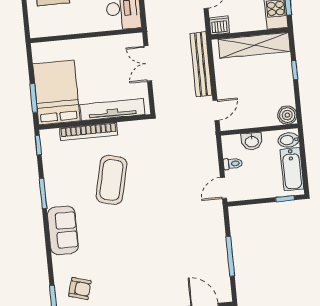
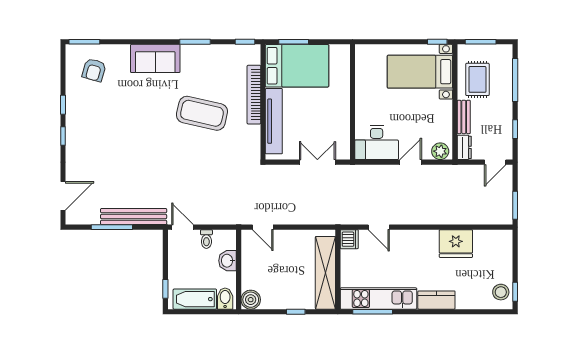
bench: (201, 64) -> (134, 217), moved

